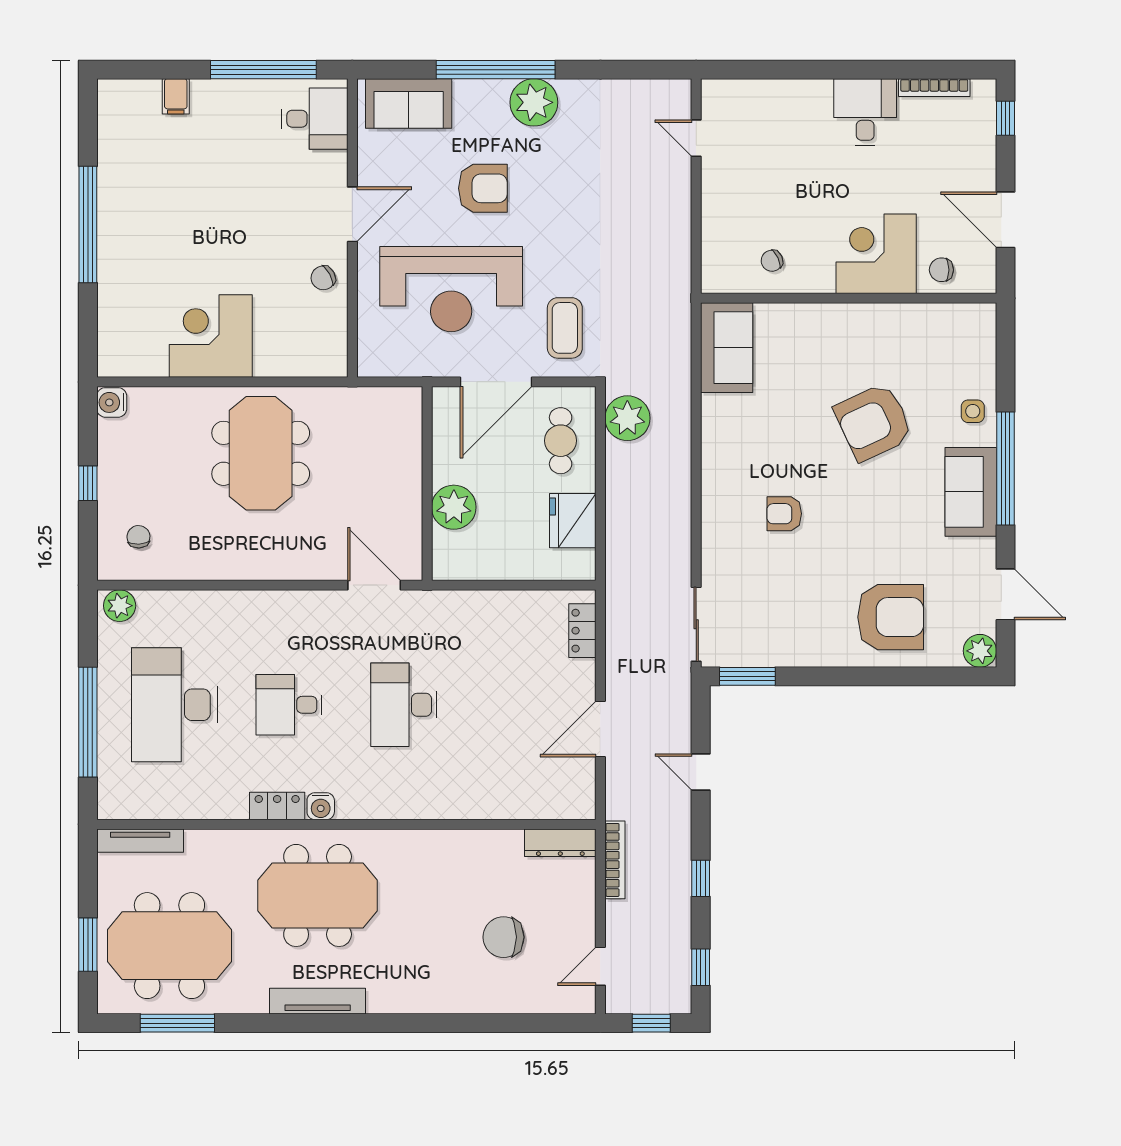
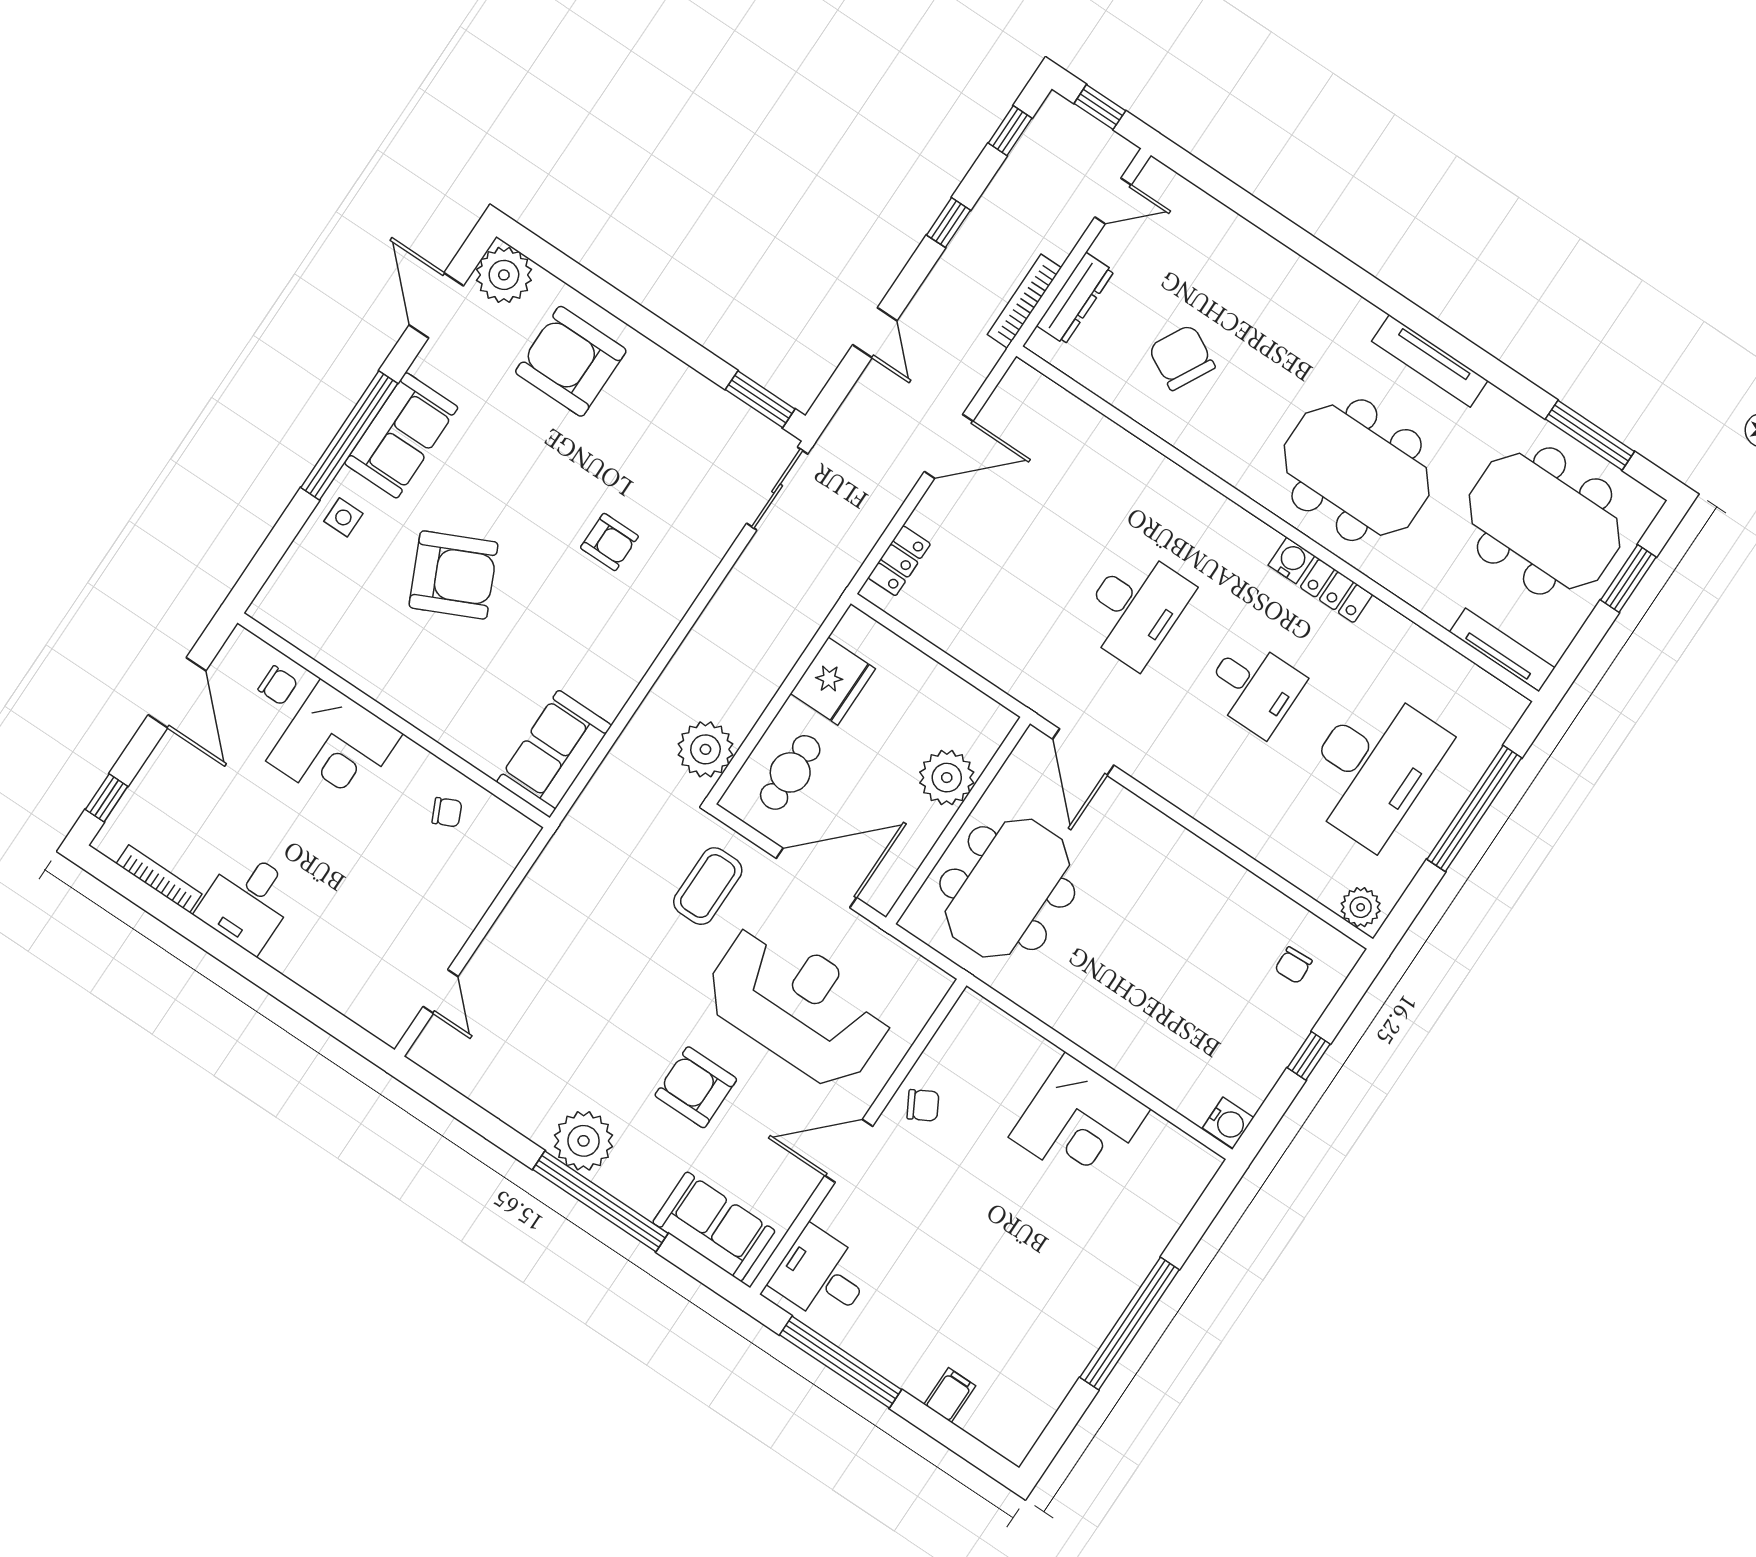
meeting table: (261, 453) -> (1007, 888), moved
plant: (980, 651) -> (504, 275), width x1.36, depth x1.36
dresser: (560, 843) -> (1075, 298), moved, turned 90
chair: (503, 937) -> (1182, 357), moved, turned -152

